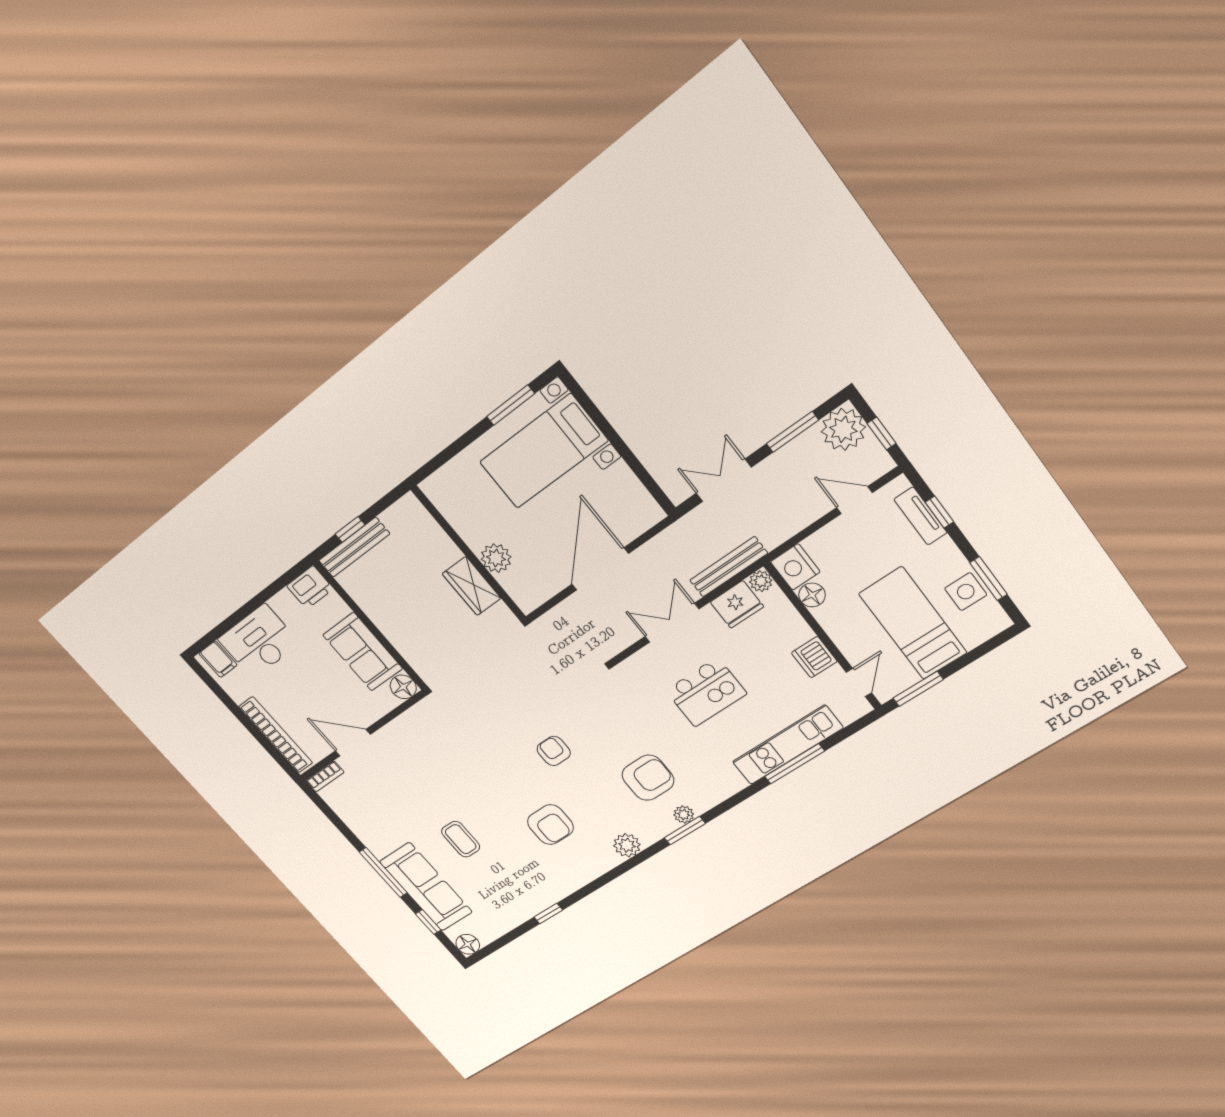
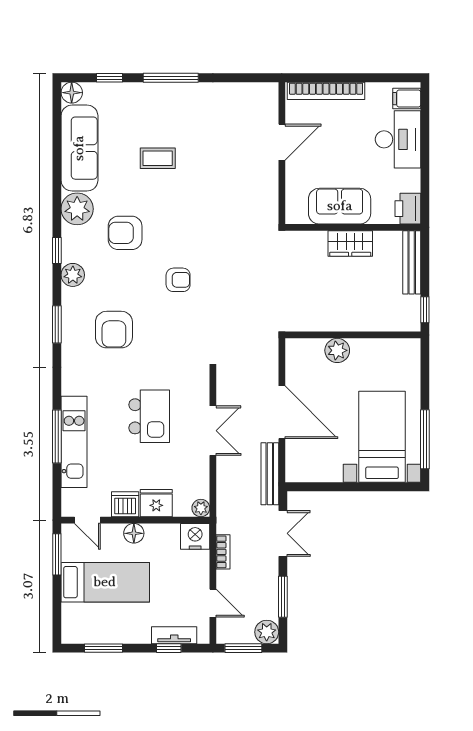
window: (511, 405) -> (425, 439), width x1.44
plant: (843, 429) -> (267, 632), width x0.73, depth x0.73
window: (882, 433) -> (243, 648), width x1.50
door: (854, 500) -> (213, 603), hinge flipped
window: (350, 529) -> (425, 310), moved
bench: (729, 567) -> (270, 474), moved
wardrobe: (472, 586) -> (350, 243), moved, turned 180
side table: (966, 592) -> (104, 629), removed
floor lamp: (812, 595) -> (134, 533), moved
fridge: (737, 604) -> (156, 503), moved, turned 90
floor lamp: (403, 687) -> (296, 213), removed
kitchen island: (706, 692) -> (149, 416), turned 180
bookcase: (325, 776) -> (223, 552), moved, turned 180
plant: (684, 814) -> (77, 209), moved, width x1.88, depth x1.88
sofa: (426, 887) -> (79, 148), moved, turned -90
window: (548, 914) -> (57, 250), moved

